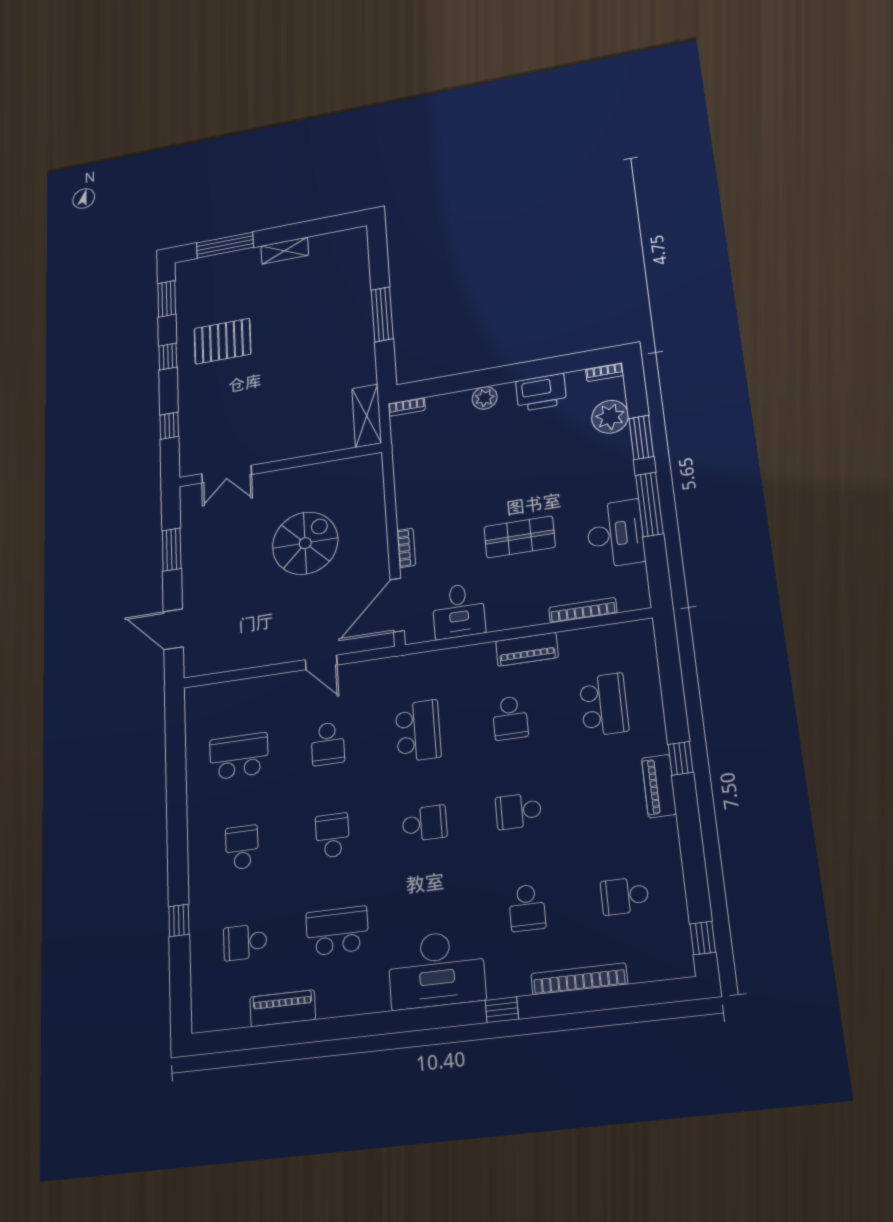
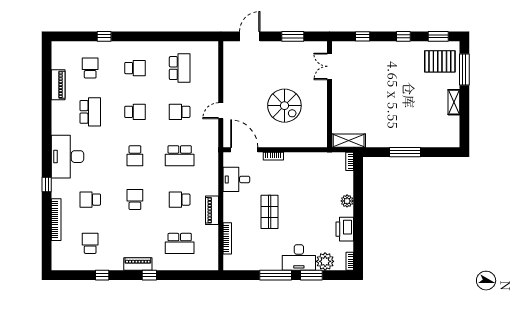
pallet: (223, 341) -> (440, 61), moved, turned 90
desk: (615, 534) -> (299, 257), moved
window: (703, 938) -> (102, 275), moved

